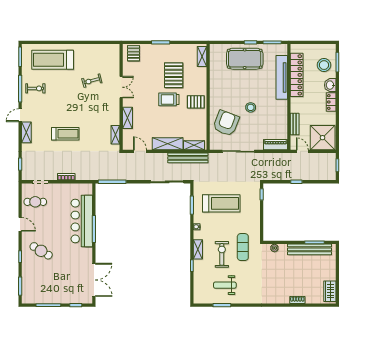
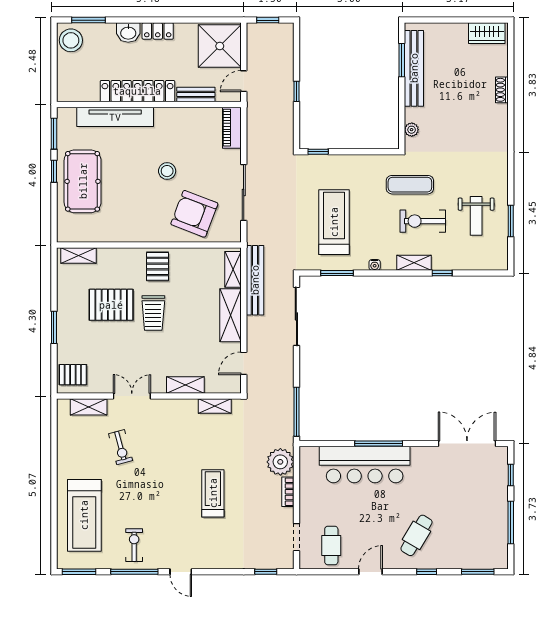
stool: (324, 65) -> (71, 40), moved
locker: (297, 75) -> (137, 91), moved
shelving: (26, 132) -> (89, 407), moved
plant: (83, 172) -> (280, 462), added

